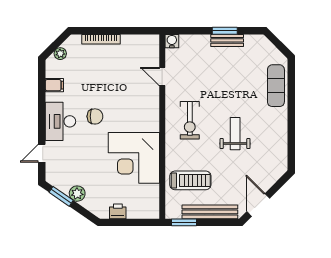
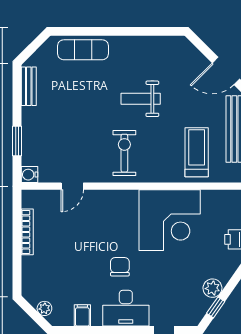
window: (225, 31) -> (17, 141), moved
bookcase: (101, 39) -> (27, 232), moved
bench: (227, 40) -> (29, 86), moved
exercise bike: (190, 120) -> (124, 153), turned -90
window: (61, 196) -> (216, 307), width x0.67

